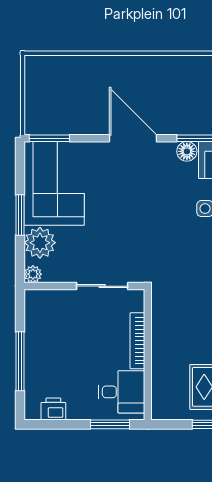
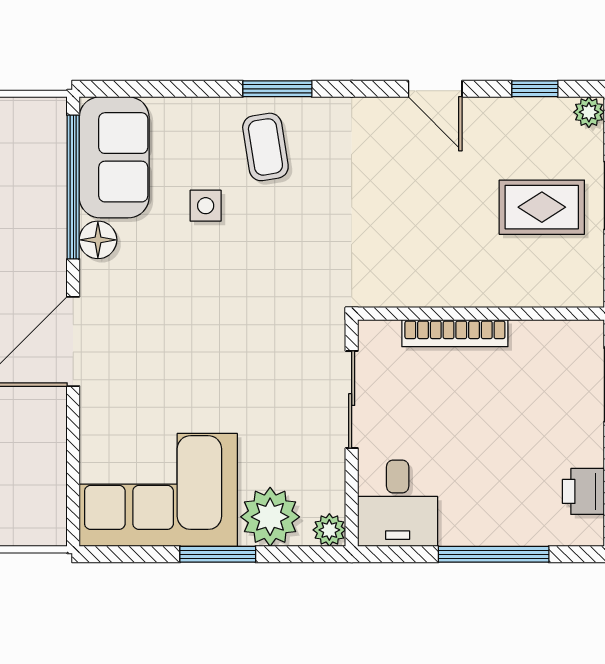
window: (49, 138) -> (73, 499), removed
desk: (122, 392) -> (398, 503), moved, turned 180

